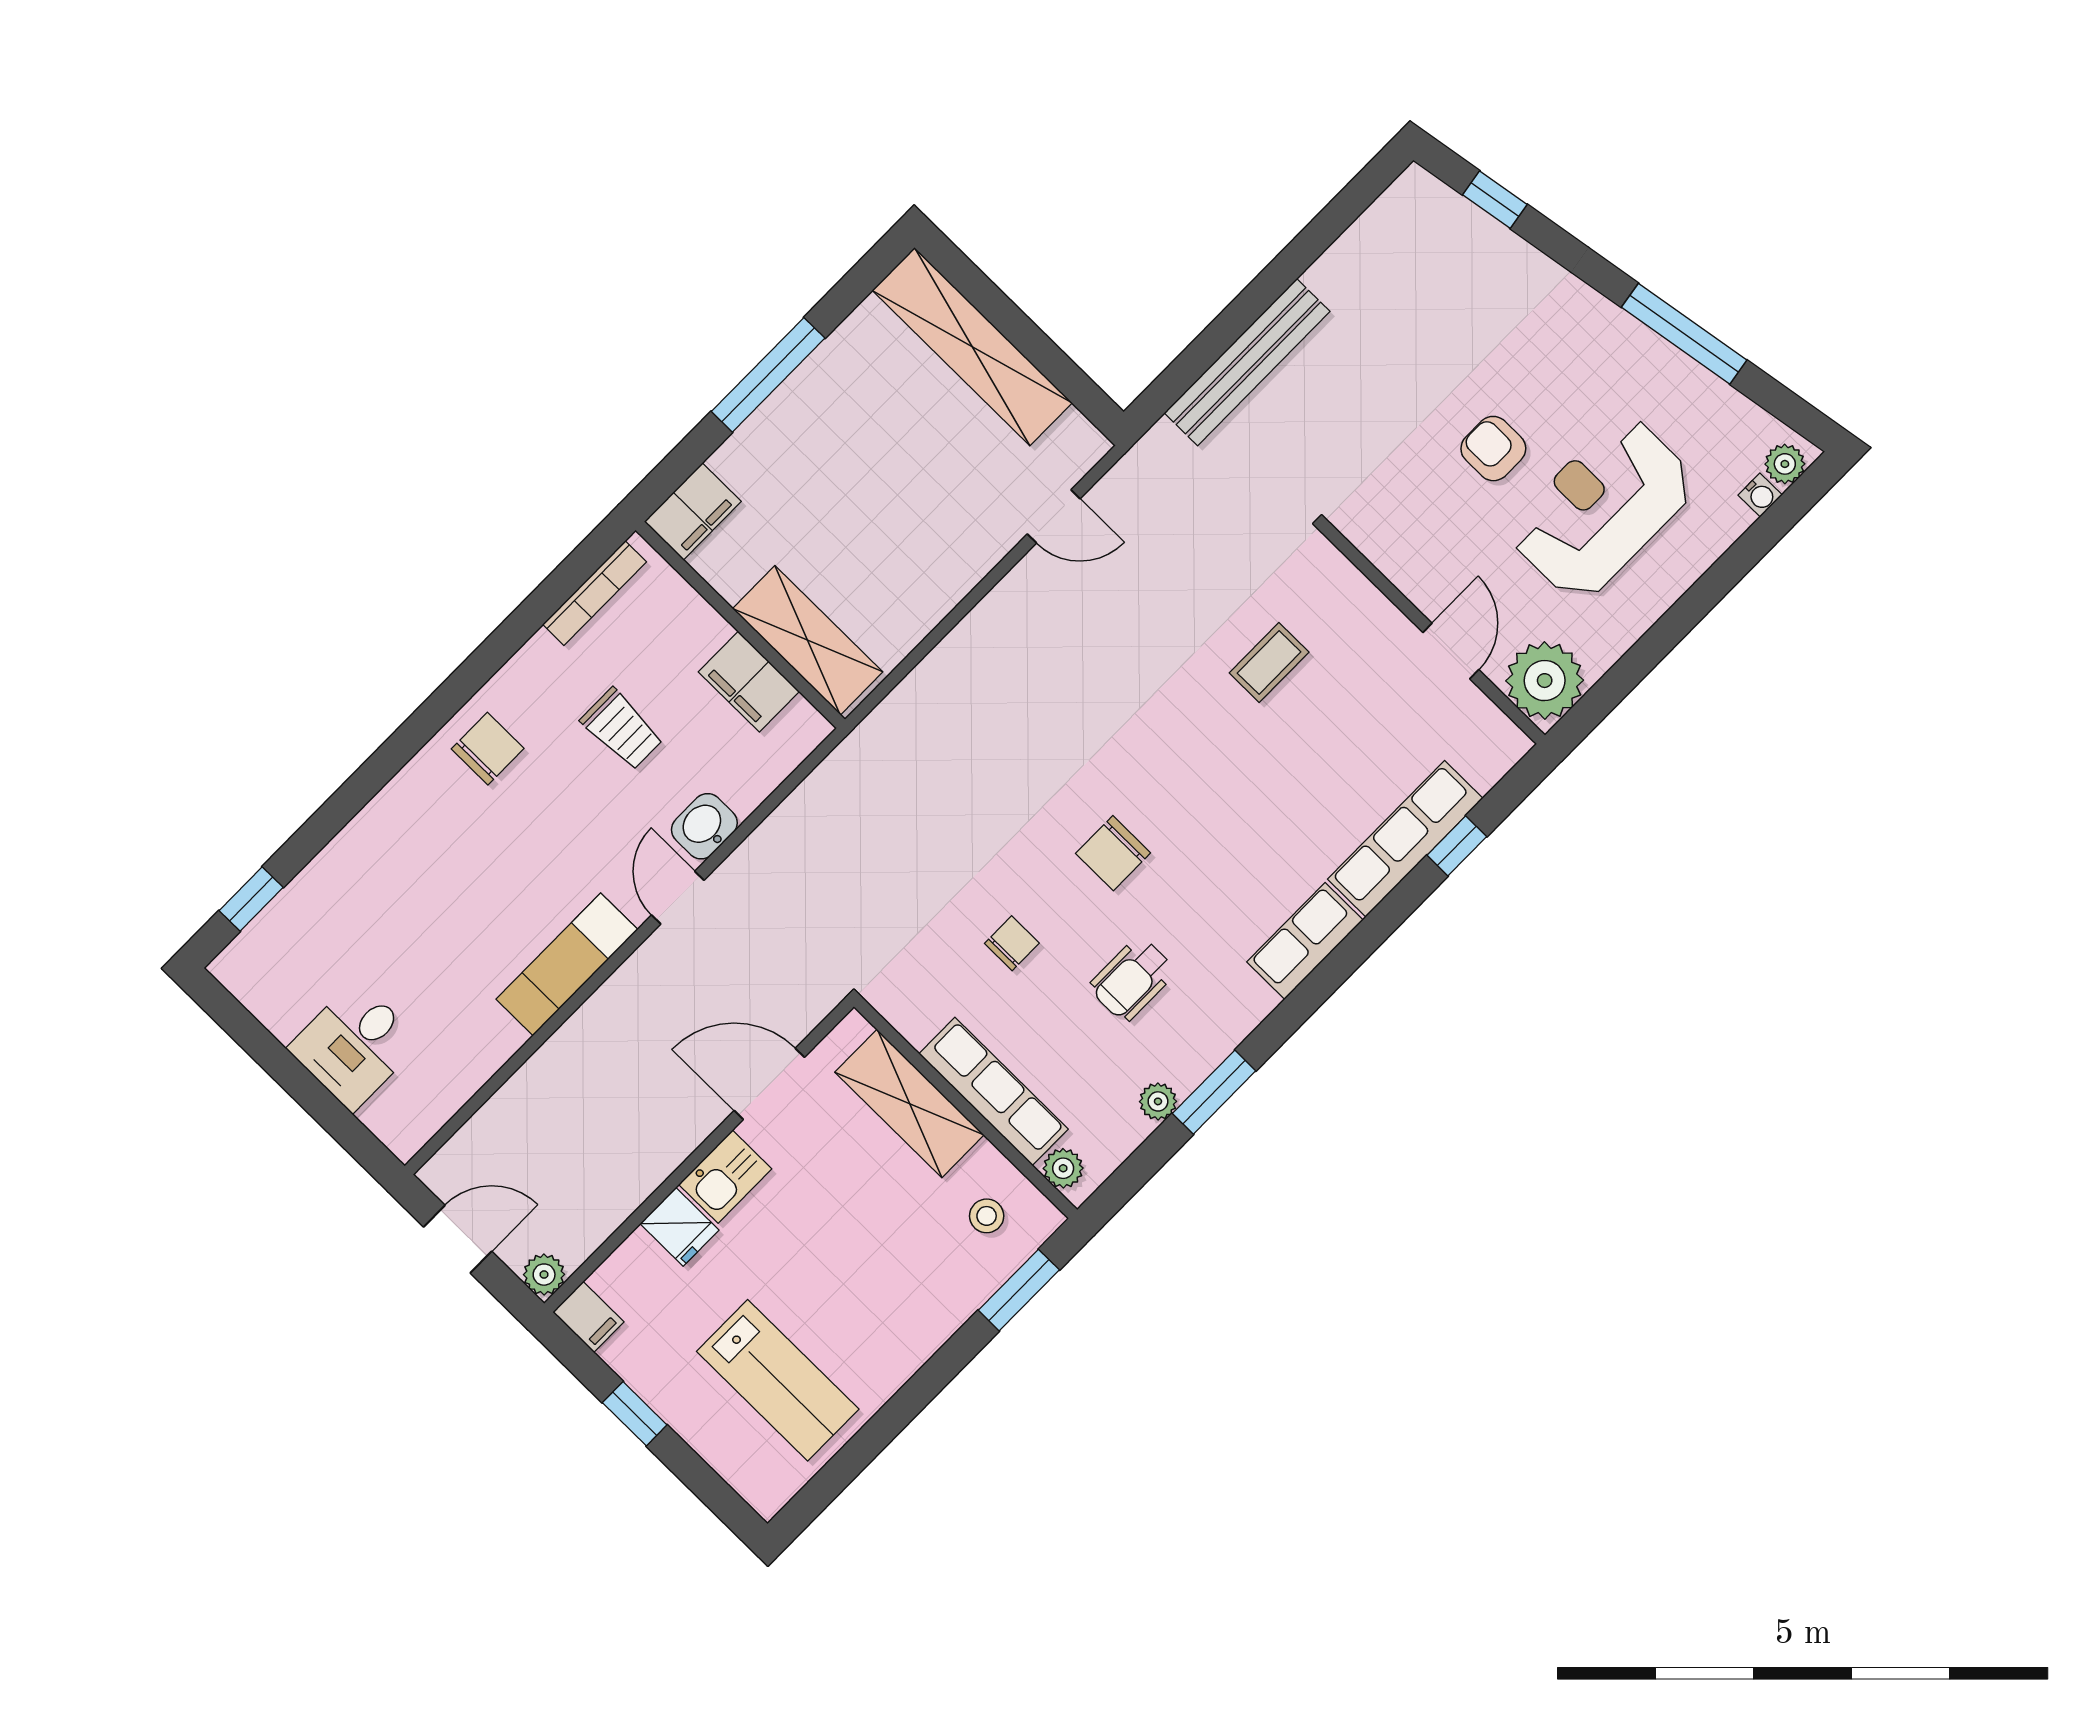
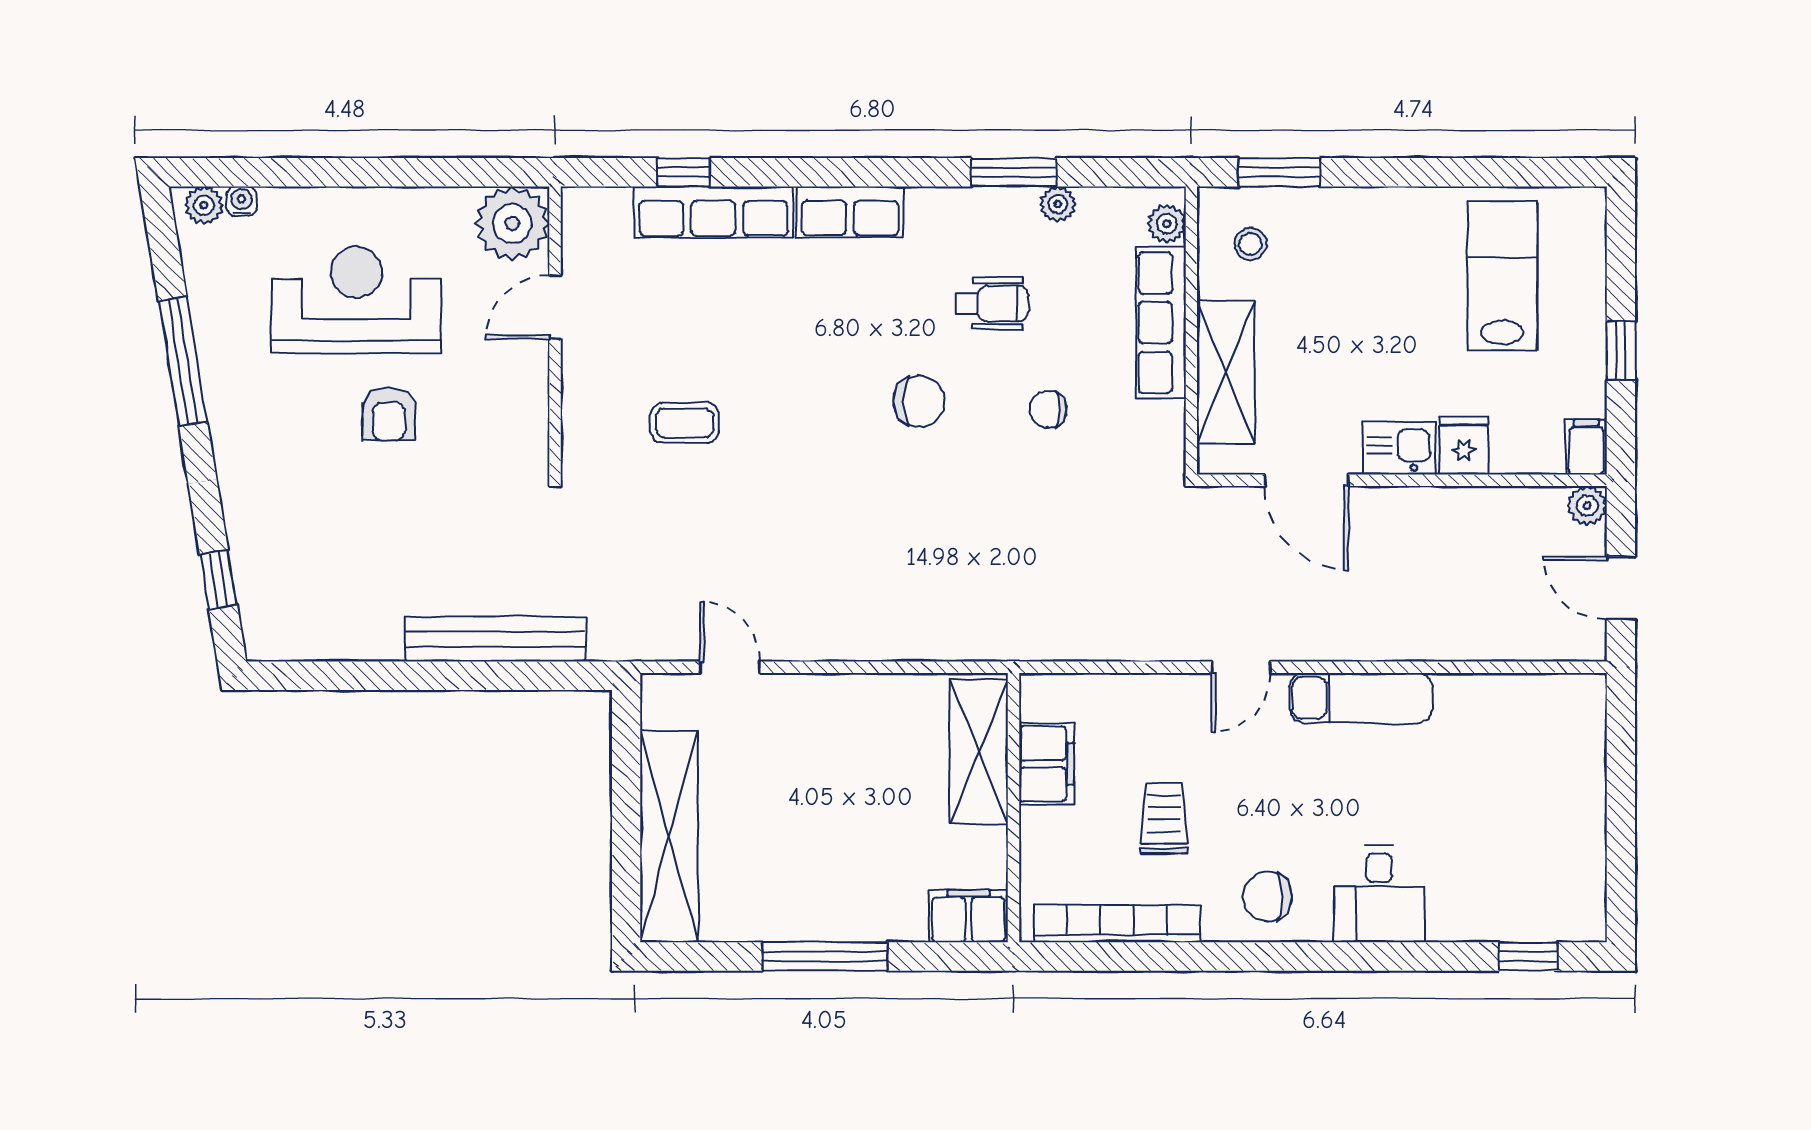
reception desk: (1602, 508) -> (356, 300), turned 180
bookcase: (595, 593) -> (1117, 924), width x1.48, depth x1.31
washbasin: (704, 826) -> (1175, 697), removed
desk: (354, 1045) -> (1379, 894), moved, turned 90

